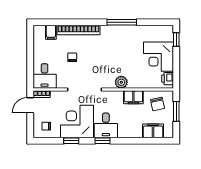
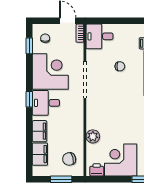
plant: (121, 82) -> (93, 136), moved
filing cabinet: (133, 97) -> (40, 131), moved, turned 180
window: (71, 141) -> (29, 46), moved

